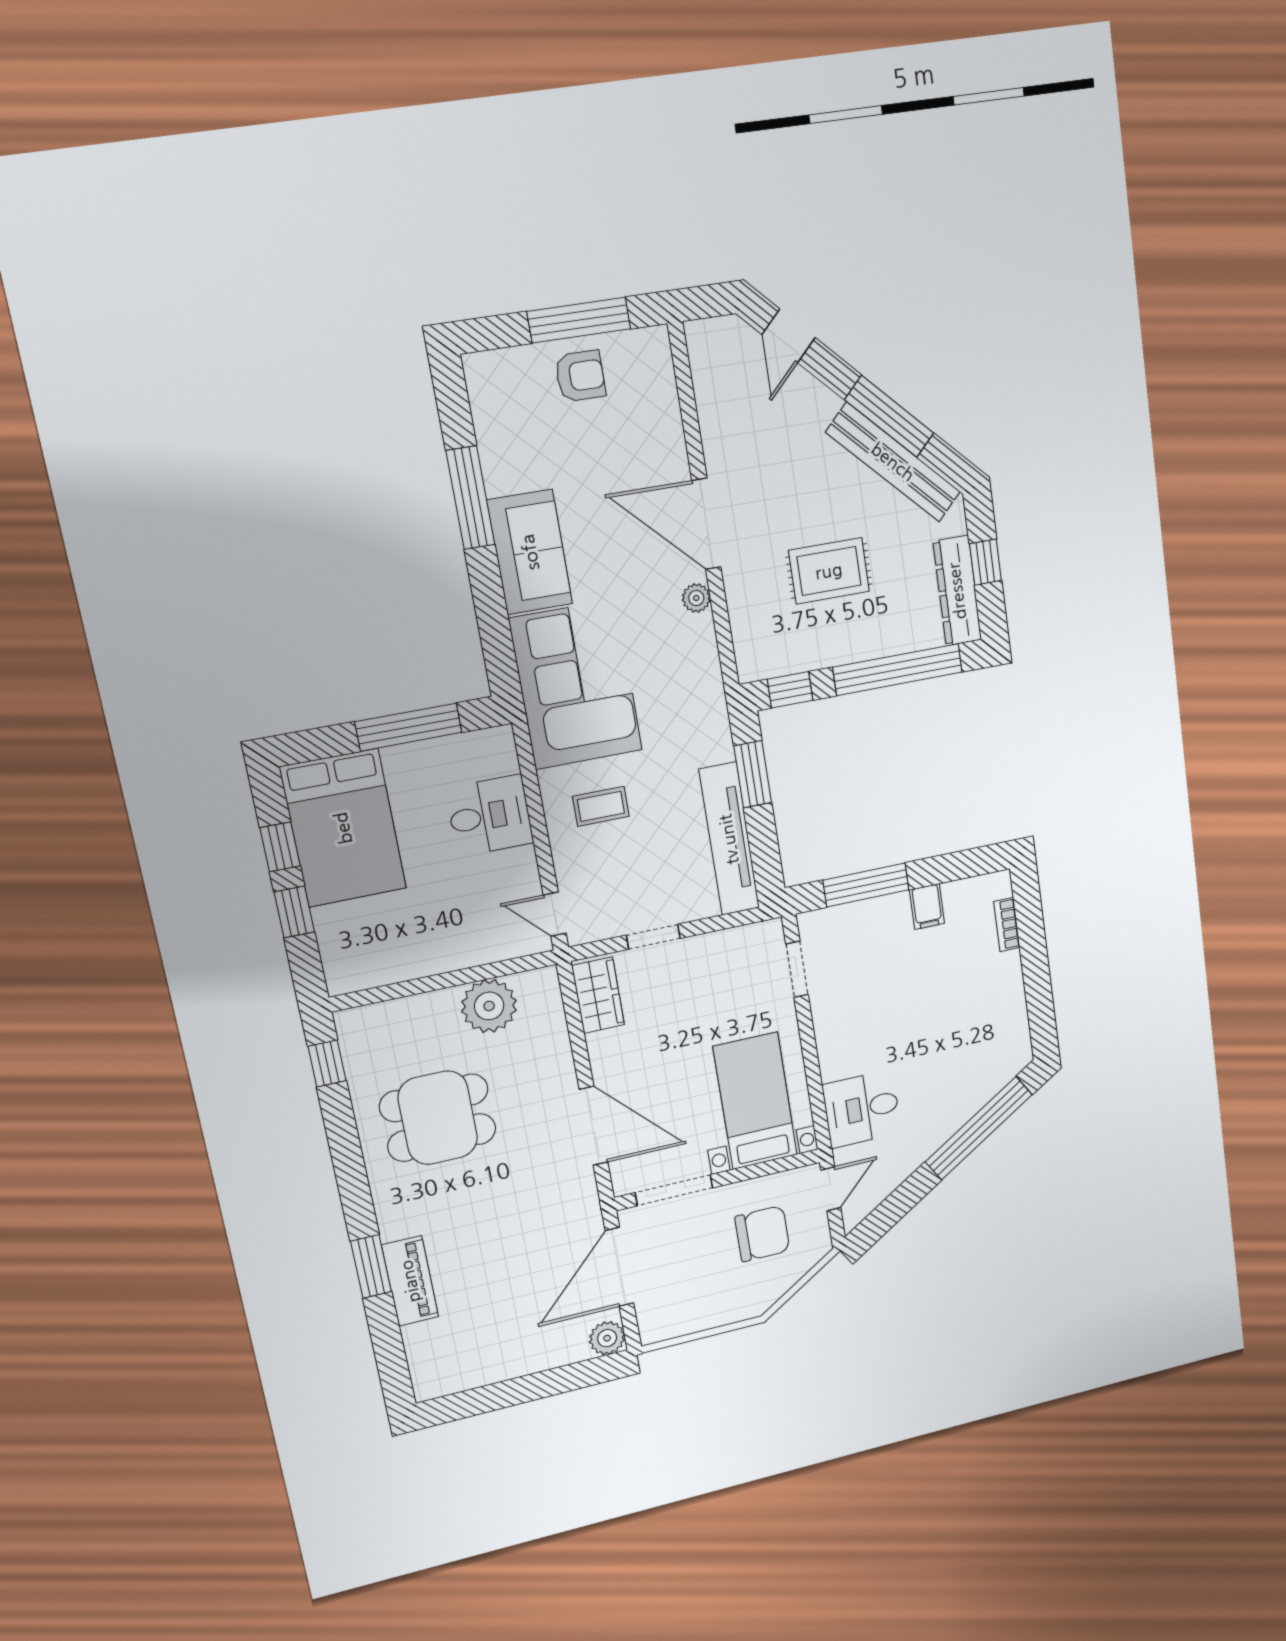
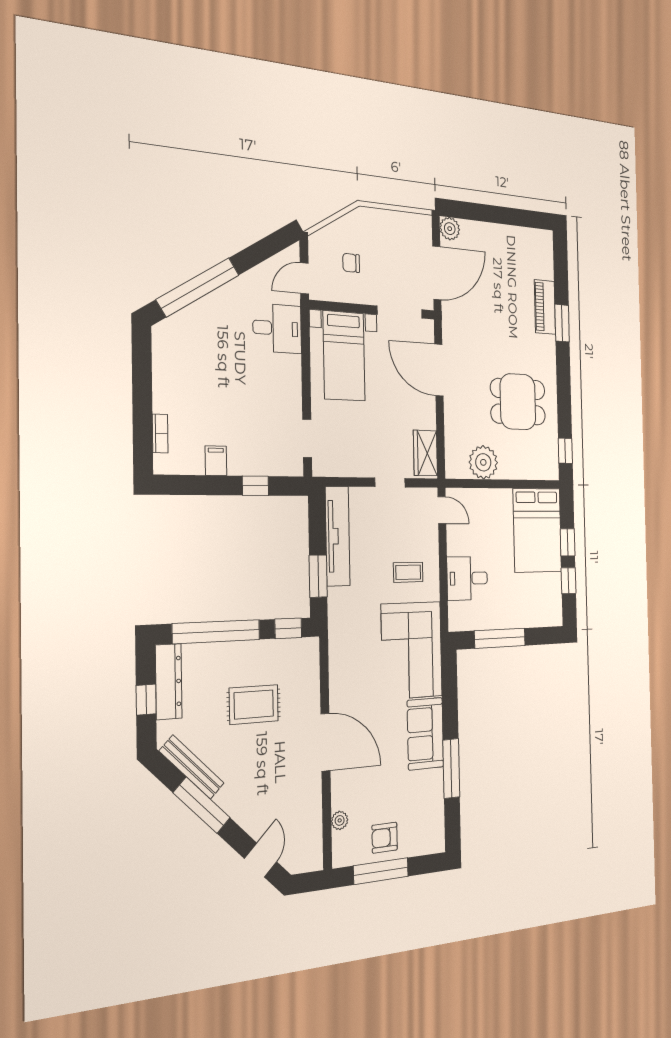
bench: (893, 462) -> (192, 767), width x0.73, depth x0.82
plant: (696, 598) -> (340, 820), moved
bed: (343, 828) -> (537, 530), moved, turned 180
window: (866, 885) -> (255, 486), width x0.46
chair: (762, 1234) -> (351, 263), width x0.54, depth x0.54

